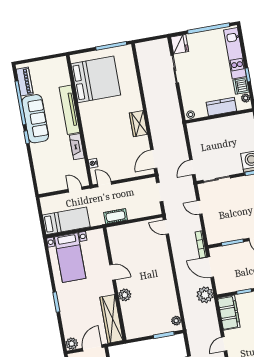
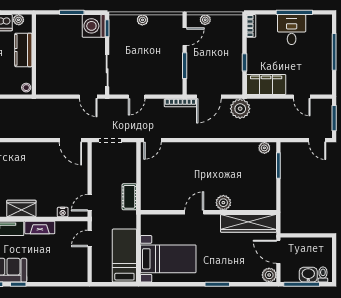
wardrobe: (138, 124) -> (21, 209), moved, turned 180

